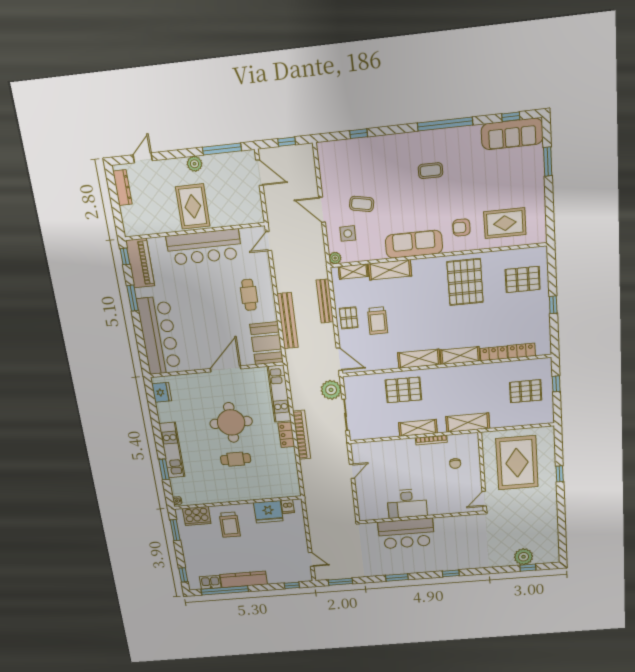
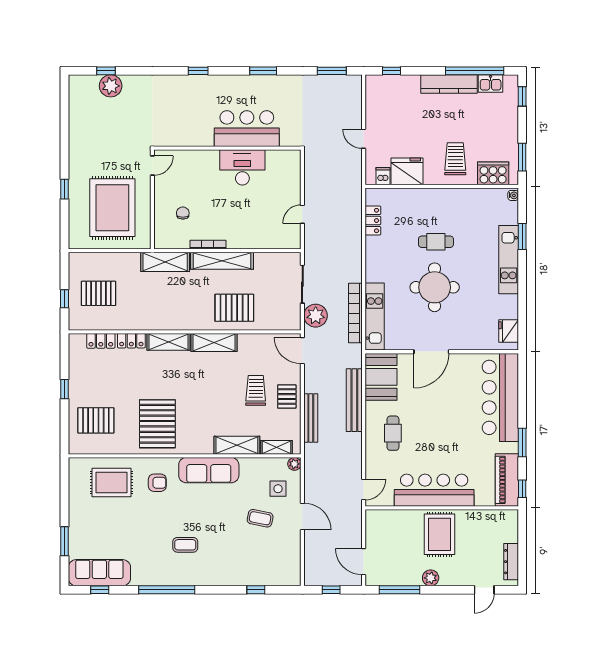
shelving: (418, 428) -> (222, 261), width x1.47
locker: (286, 435) -> (373, 221), moved
bookcase: (302, 435) -> (355, 313), moved
door: (311, 559) -> (364, 139), moved

